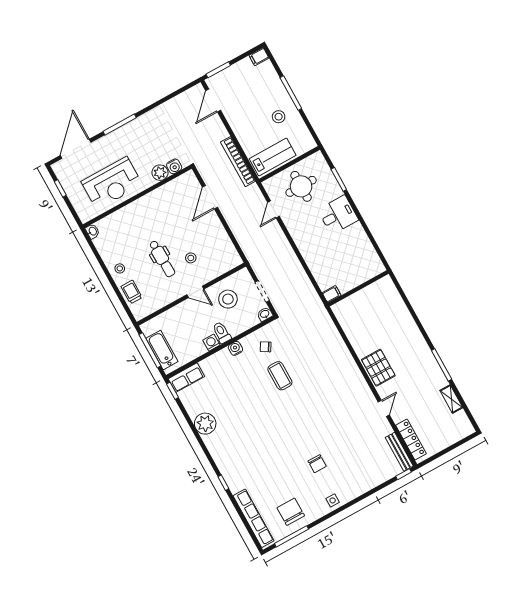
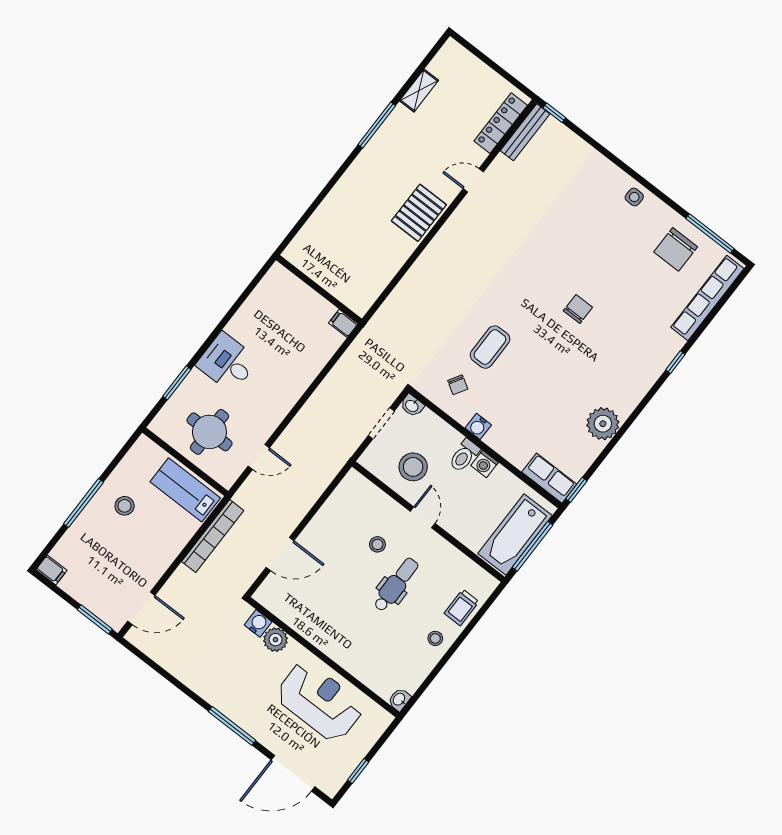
bathtub: (162, 350) -> (515, 535), width x1.36, depth x1.36
chair: (317, 464) -> (578, 309), moved

